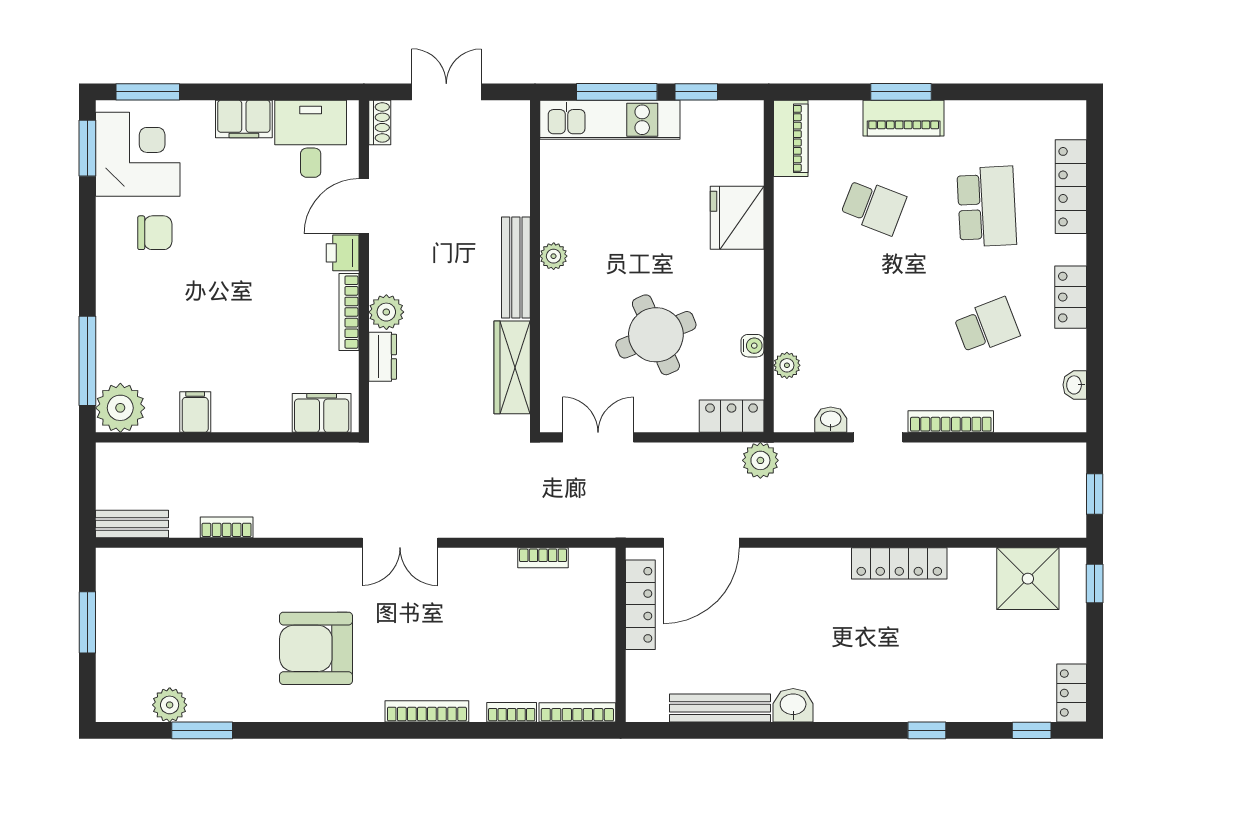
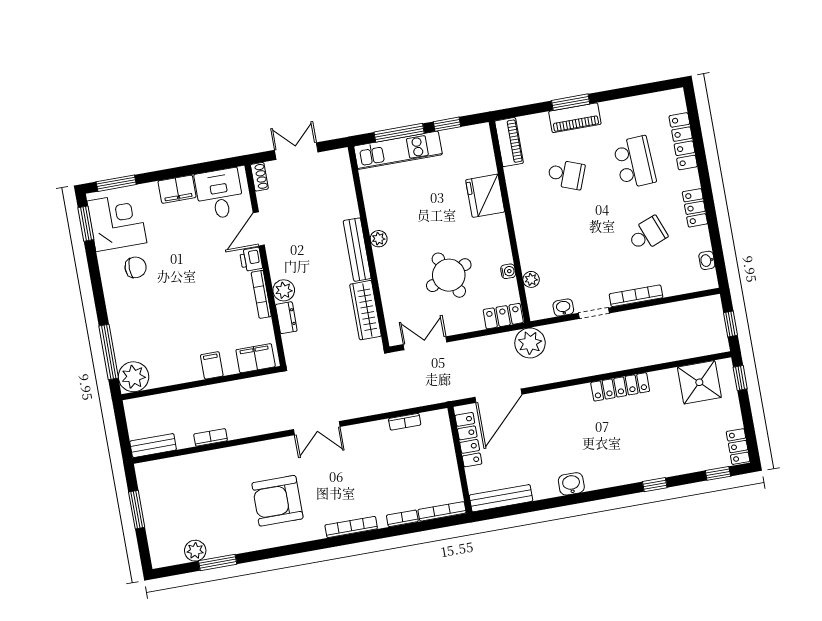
filing cabinet: (195, 412) -> (212, 365), moved
plant: (760, 460) -> (530, 343), width x1.36, depth x1.36
bench: (720, 708) -> (501, 498), moved

